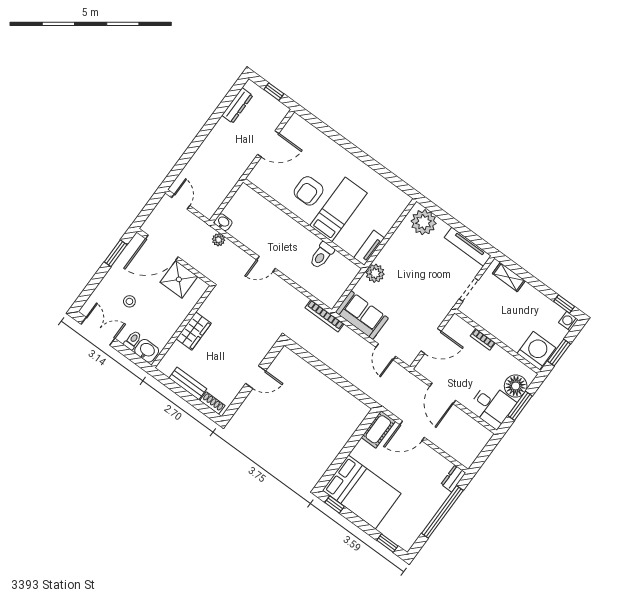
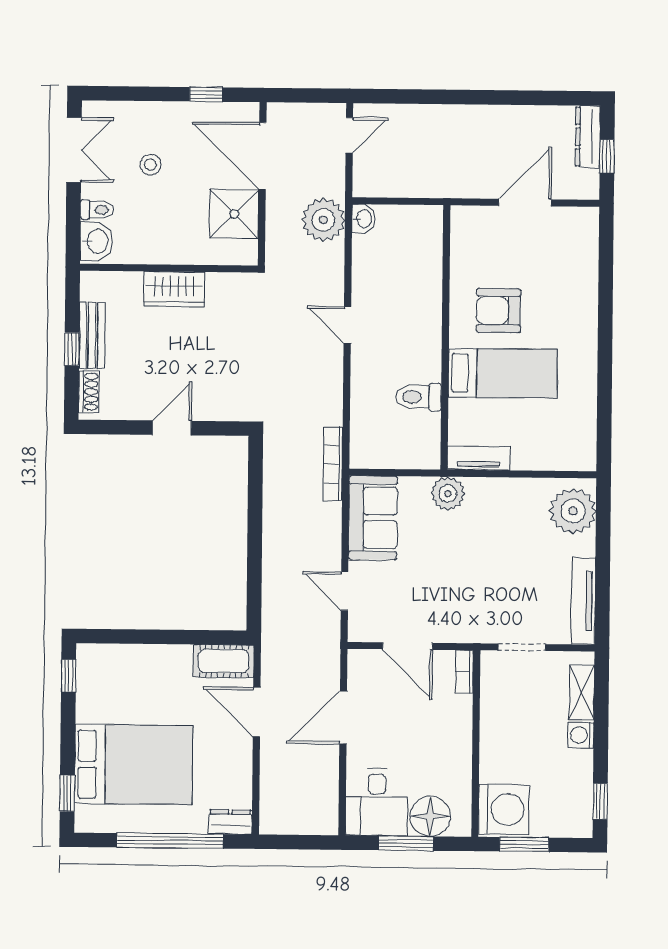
dresser: (237, 105) -> (588, 137), moved, turned 90
door: (268, 144) -> (525, 203), swing flipped
plant: (218, 240) -> (323, 220), width x1.88, depth x1.88
window: (116, 253) -> (206, 94), width x0.67
washing machine: (568, 321) -> (581, 735), moved, turned -90
bookcase: (483, 339) -> (464, 672), moved
door: (386, 352) -> (345, 591), hinge flipped
door: (256, 377) -> (172, 428), swing flipped
window: (188, 397) -> (72, 349), added
bed: (362, 492) -> (133, 765), moved, turned -90

